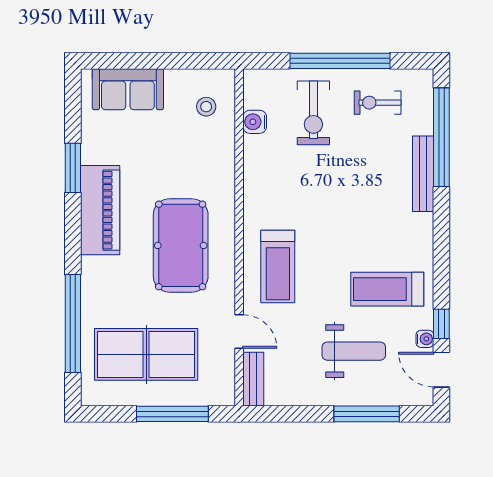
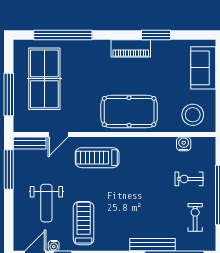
stool: (206, 107) -> (193, 115), width x1.89, depth x1.89
exercise bike: (313, 113) -> (189, 179), width x0.73, depth x0.72
piano: (100, 210) -> (131, 48), width x0.73, depth x0.75
pool table: (181, 245) -> (129, 111), moved
window: (367, 414) -> (9, 170), moved

